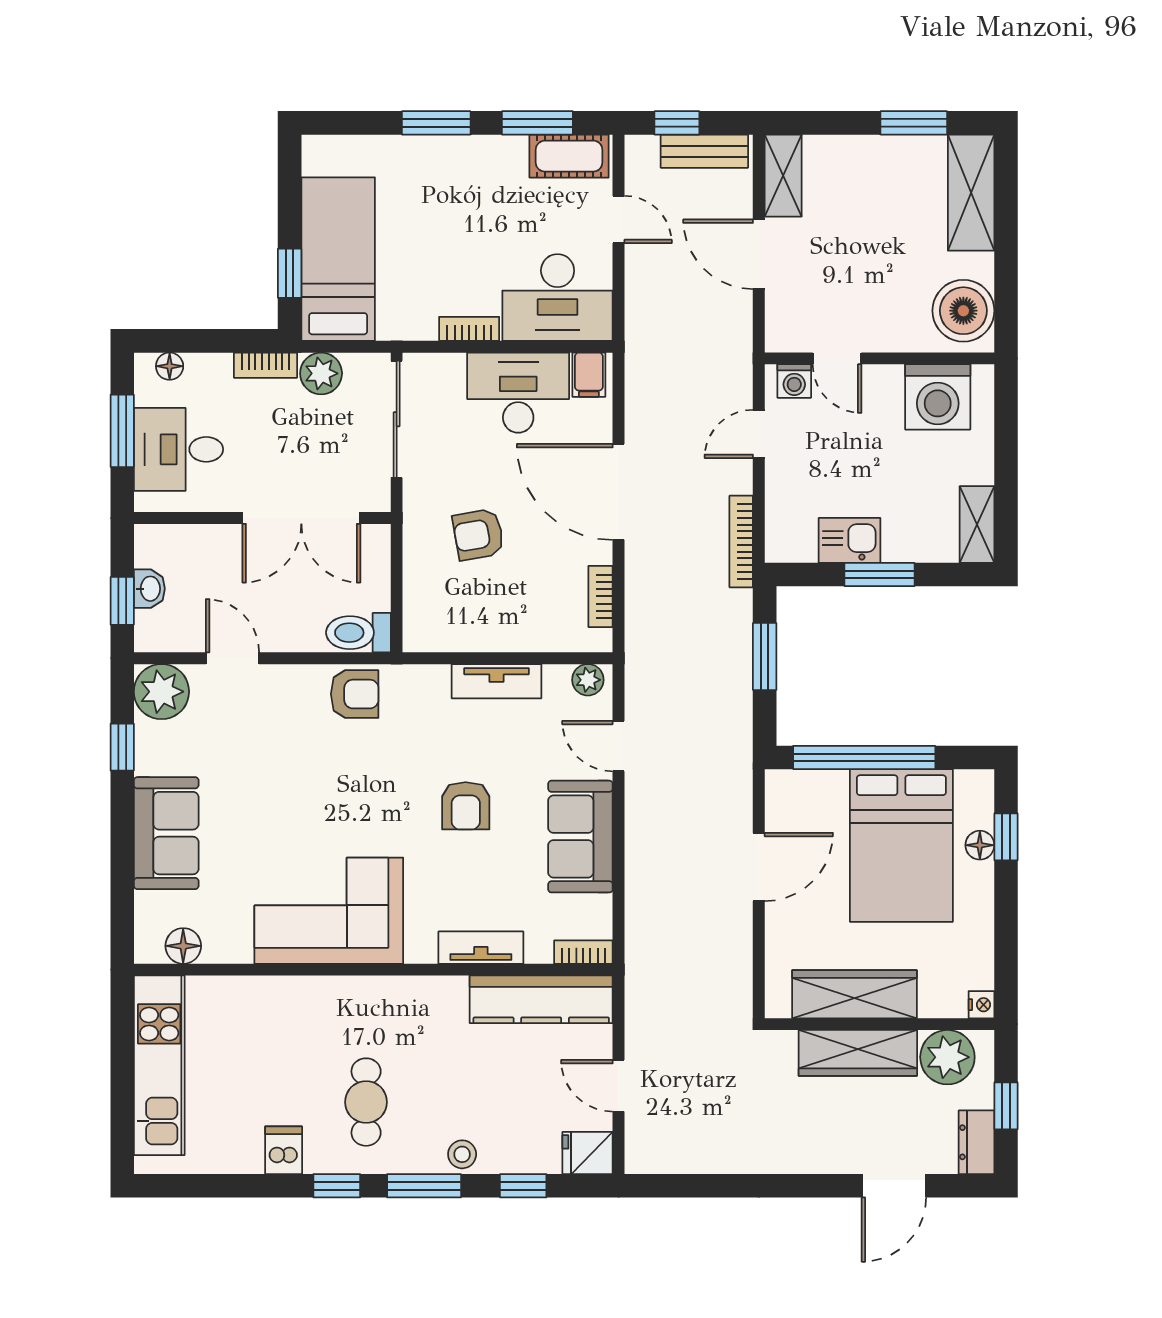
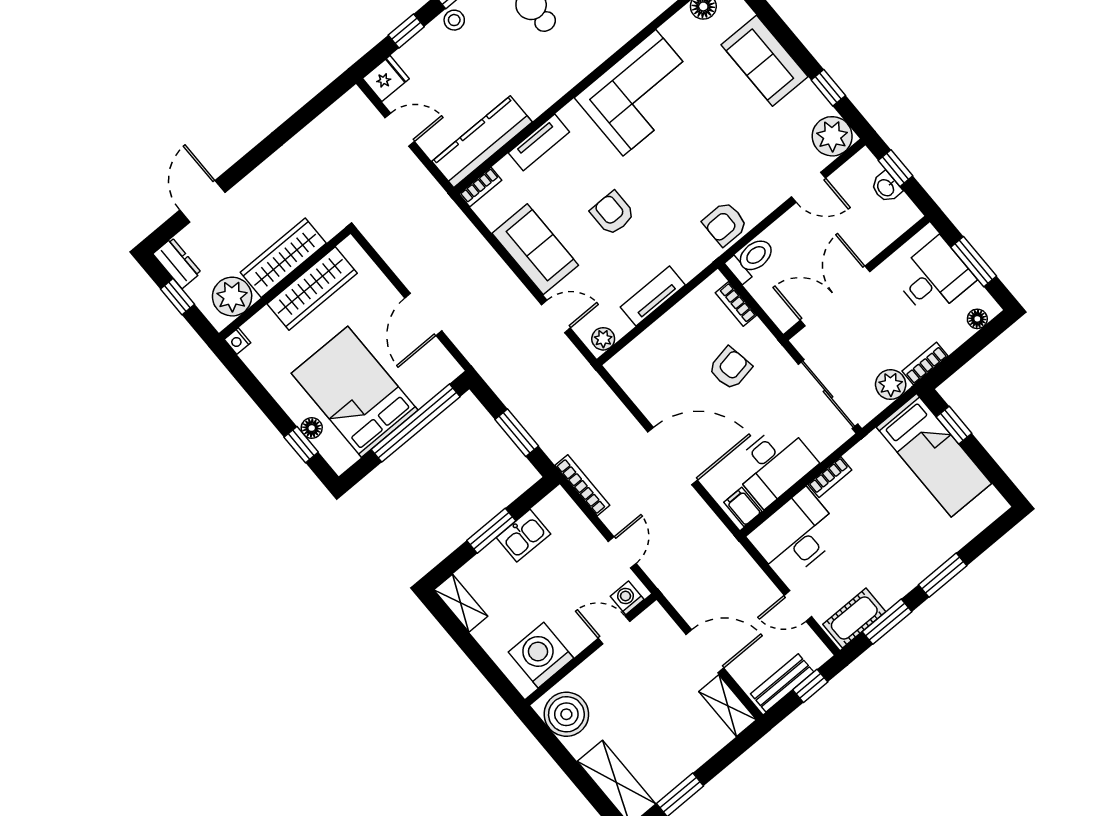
bookcase: (601, 596) -> (736, 304), moved, turned 180

